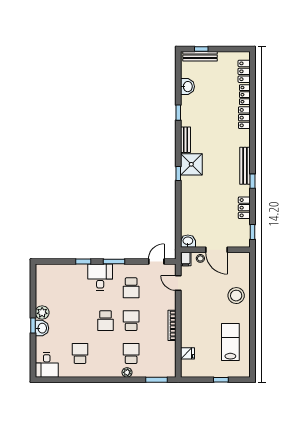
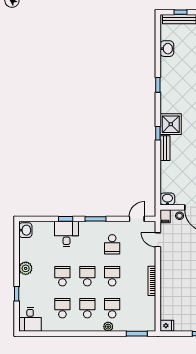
window: (178, 113) -> (158, 85), moved
bench: (185, 140) -> (165, 148), moved
desk: (100, 277) -> (66, 234), moved
school desk: (80, 321) -> (62, 276), added
school desk: (106, 321) -> (87, 276), turned 180
window: (33, 326) -> (17, 294), moved
washbasin: (42, 328) -> (25, 230), moved
fridge: (187, 353) -> (167, 326), moved
school desk: (106, 354) -> (87, 308), added

